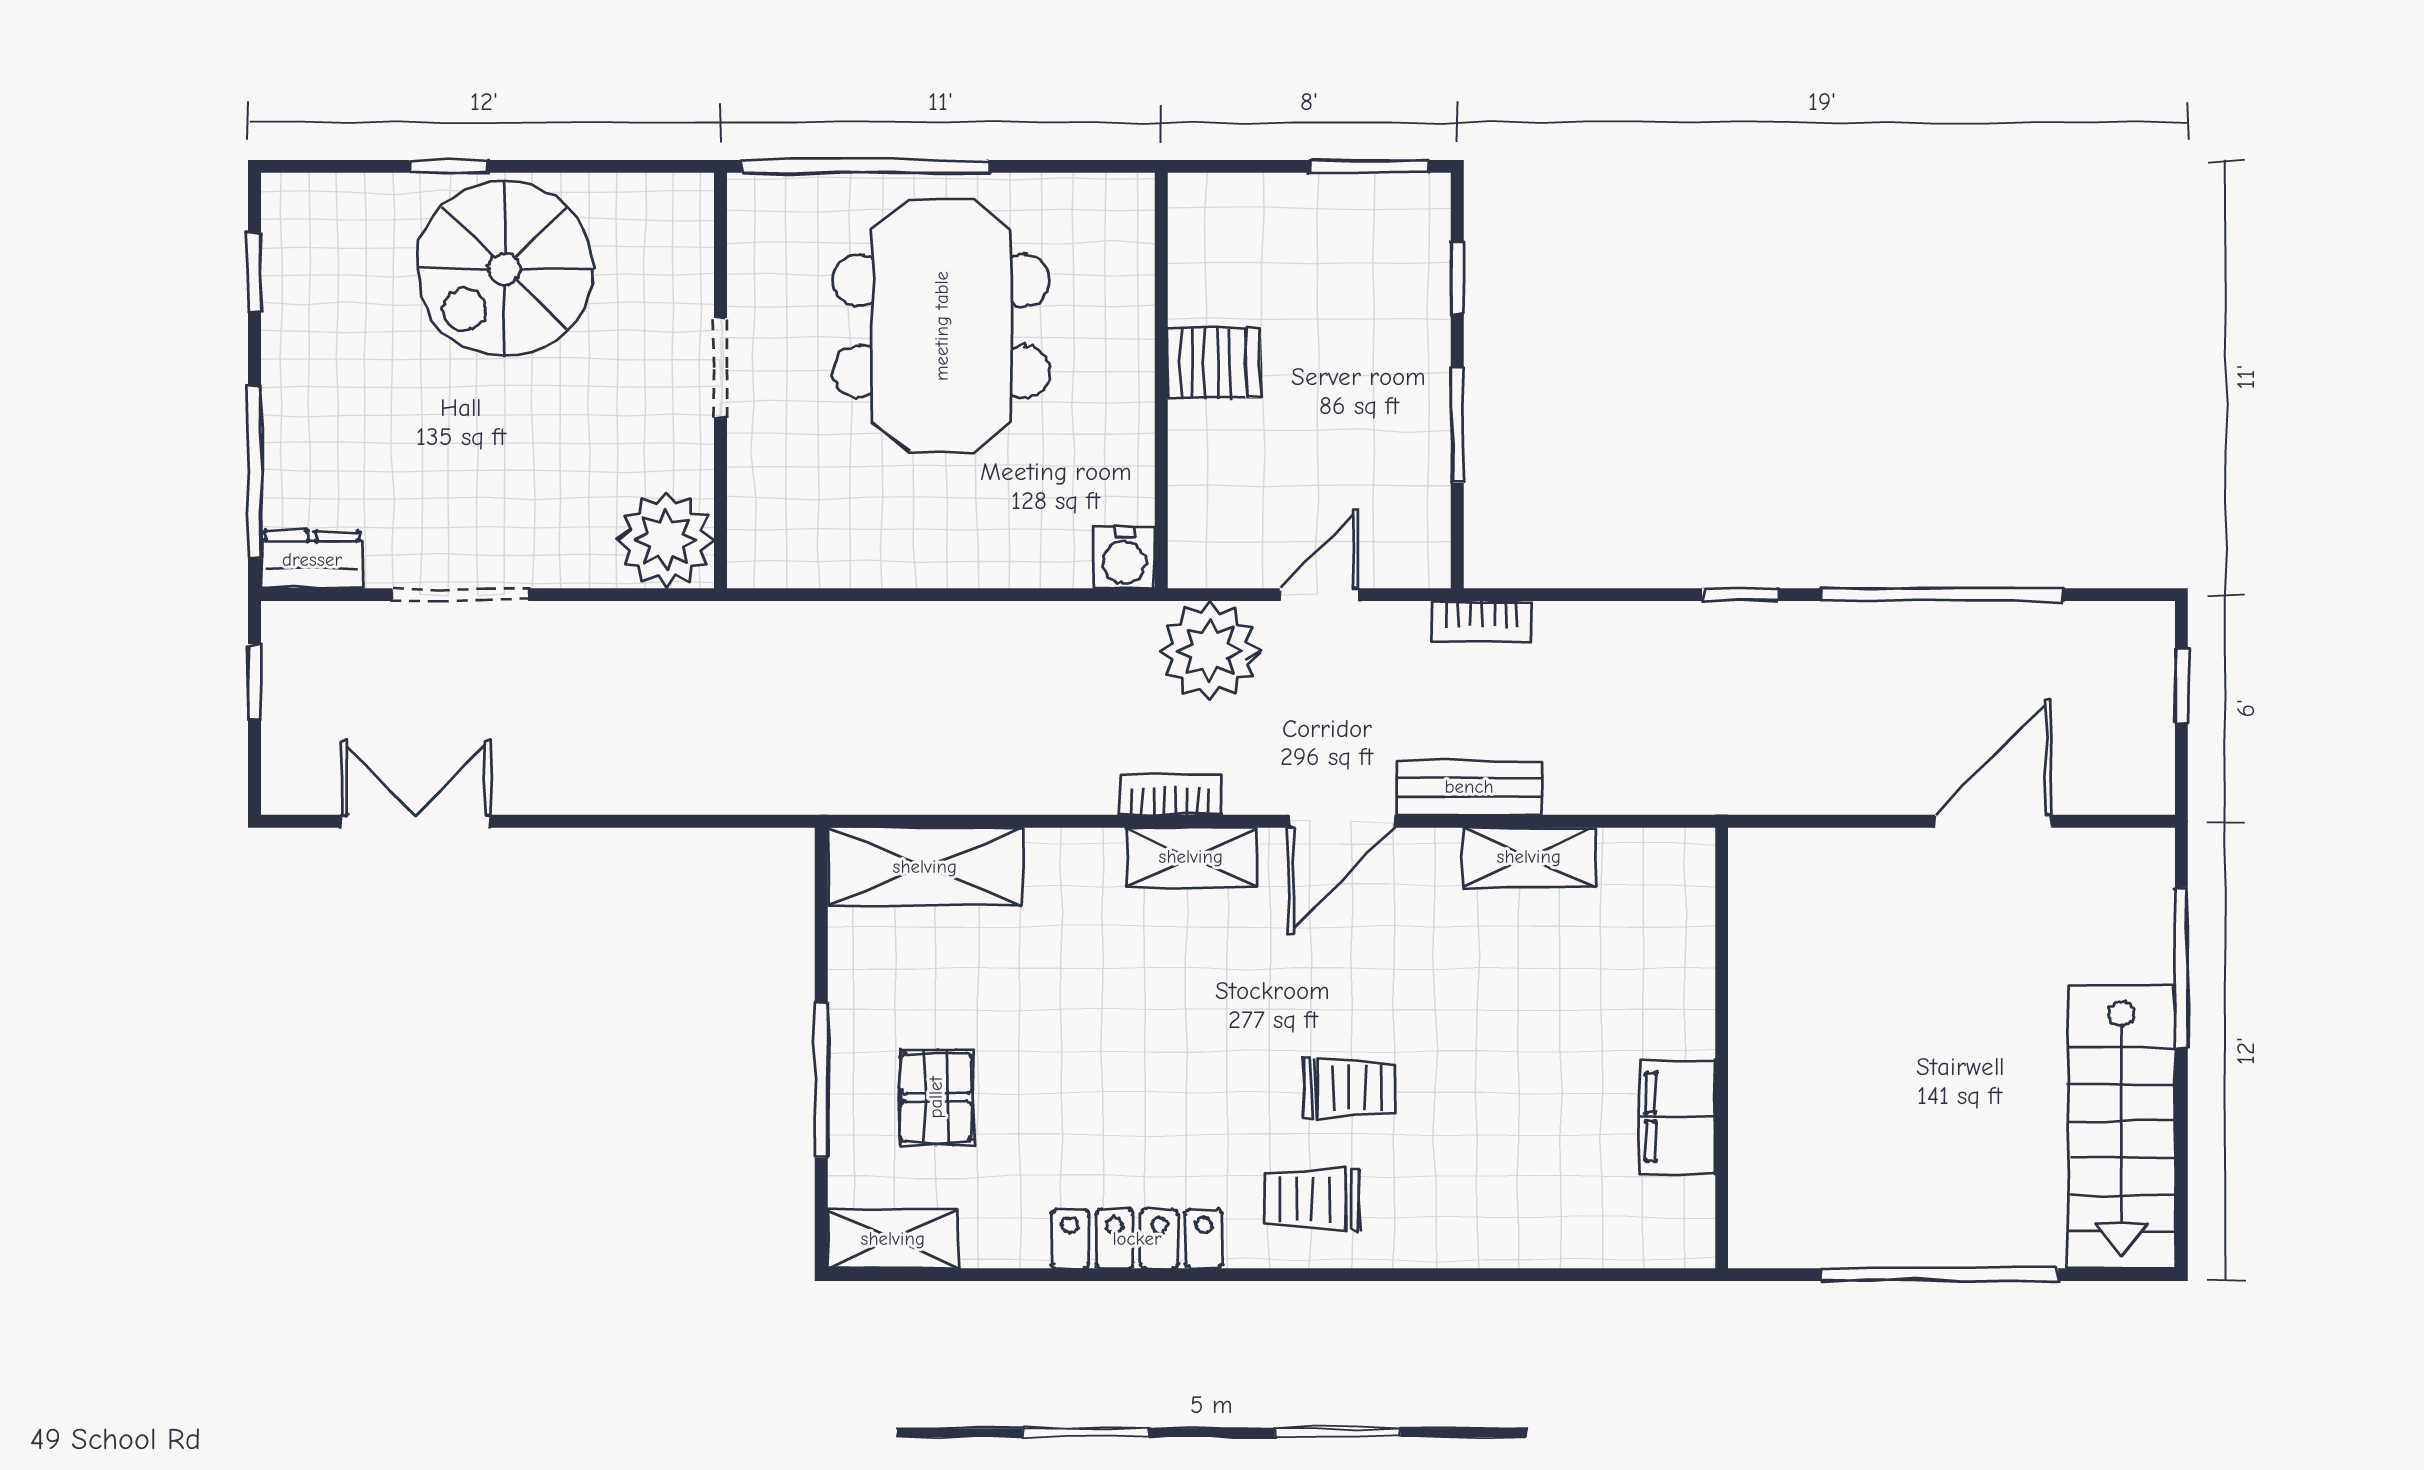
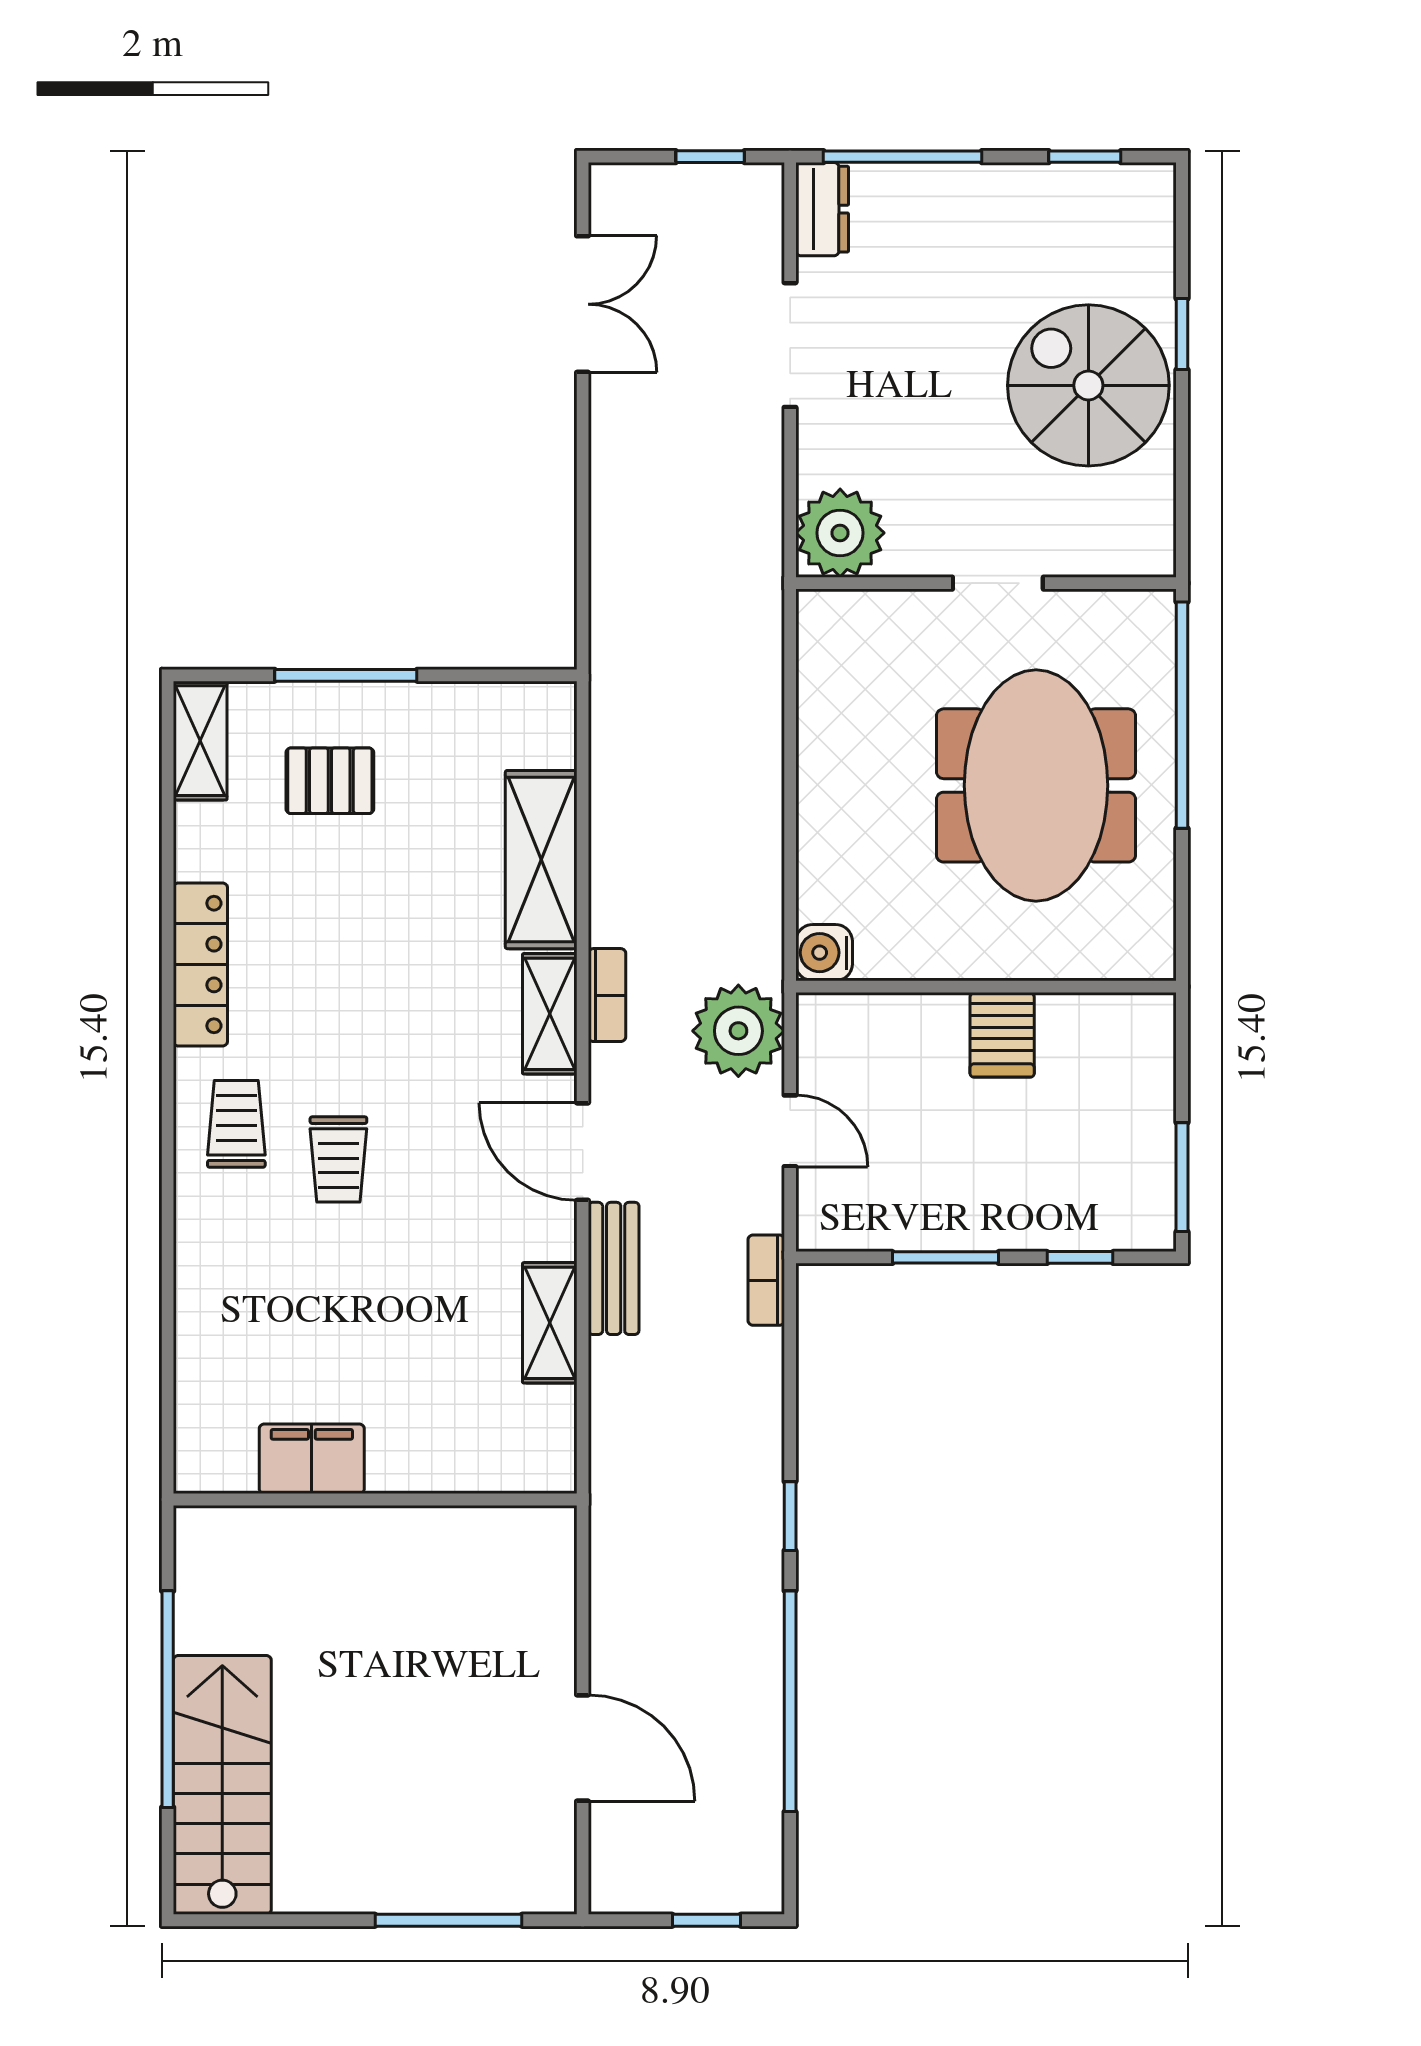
meeting table: (942, 326) -> (1036, 785), turned 90
shelving: (925, 867) -> (541, 860), moved
stairs: (2122, 1127) -> (222, 1785), moved, turned 90

